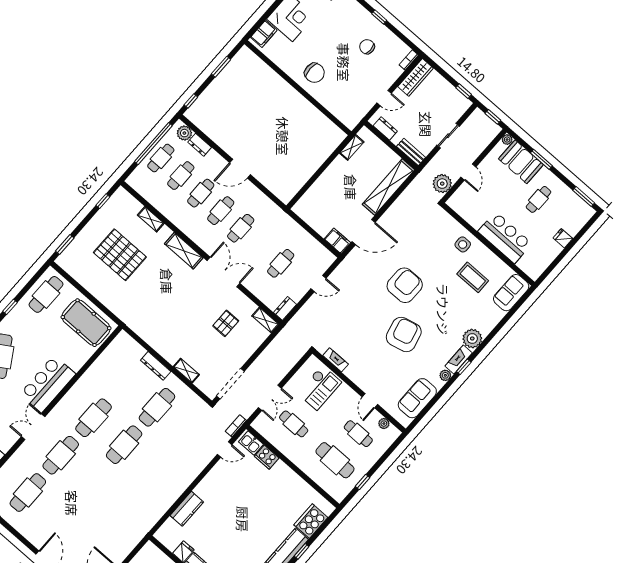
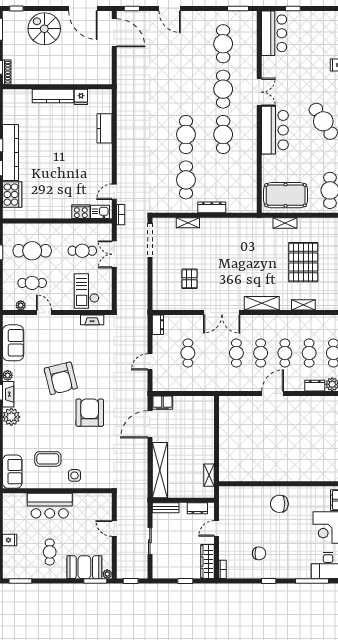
window: (464, 91) -> (185, 581), moved
window: (541, 159) -> (95, 581), moved
plant: (442, 184) -> (125, 505), removed
pallet: (120, 255) -> (303, 262), turned 90
armchair: (405, 285) -> (90, 413), turned 180
shelving: (265, 320) -> (285, 223), moved

